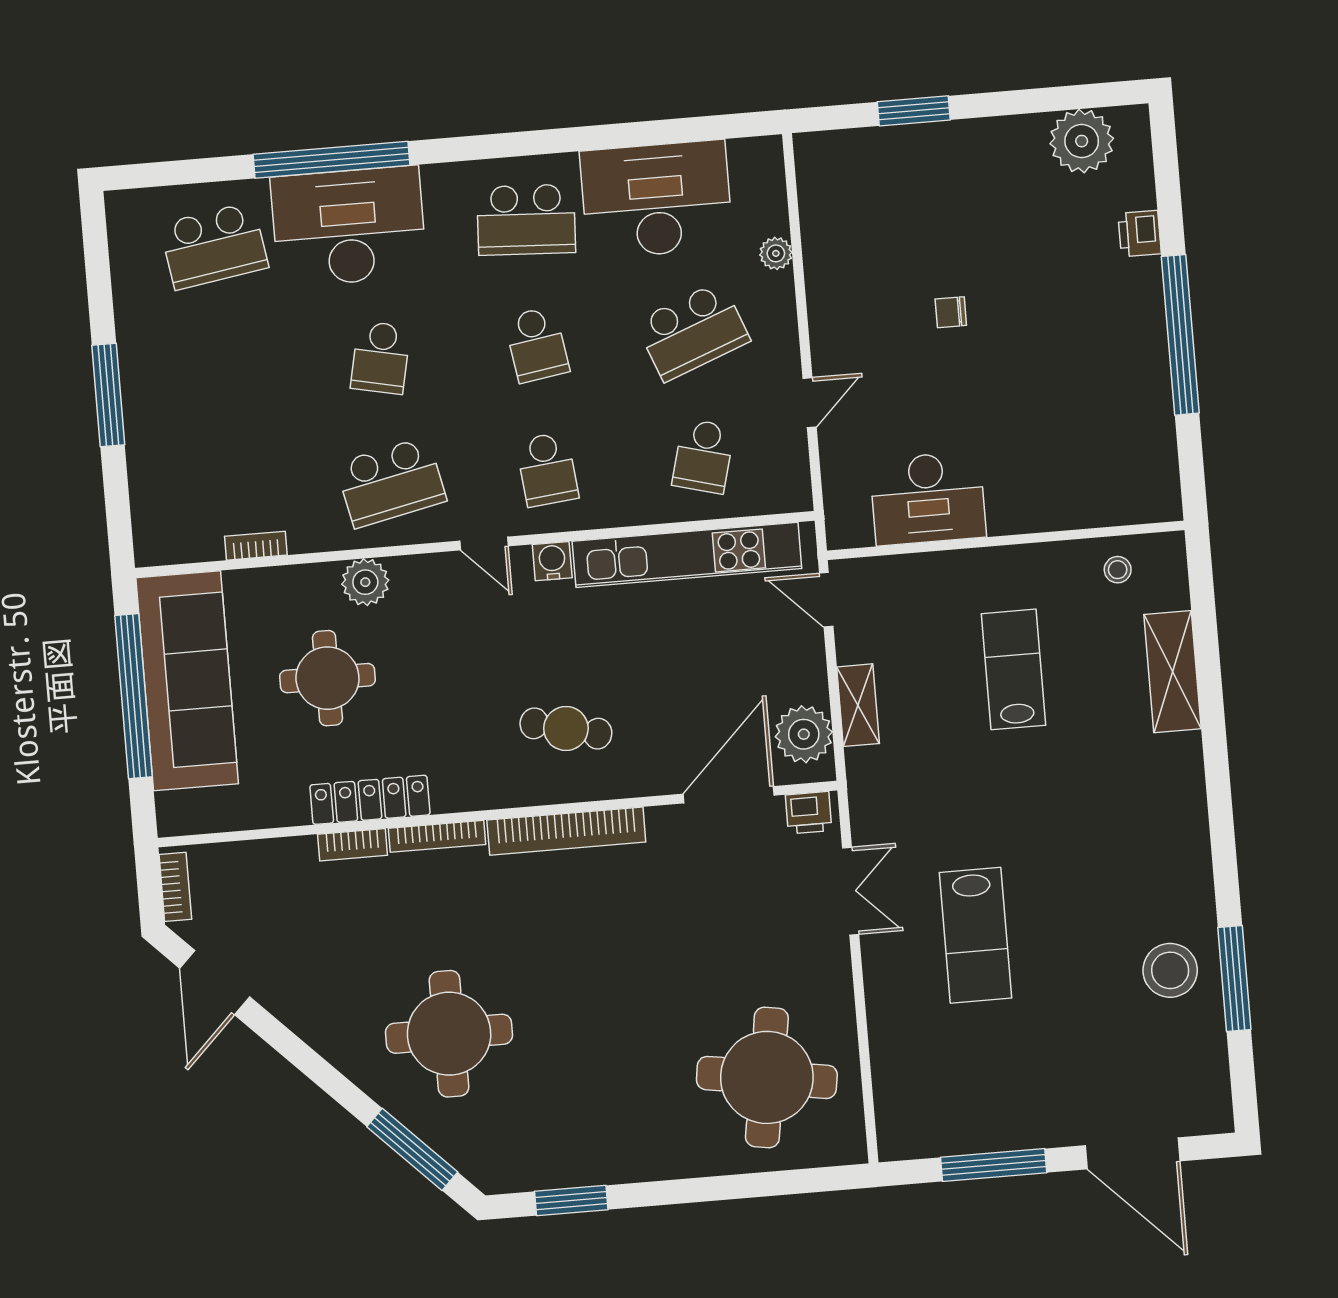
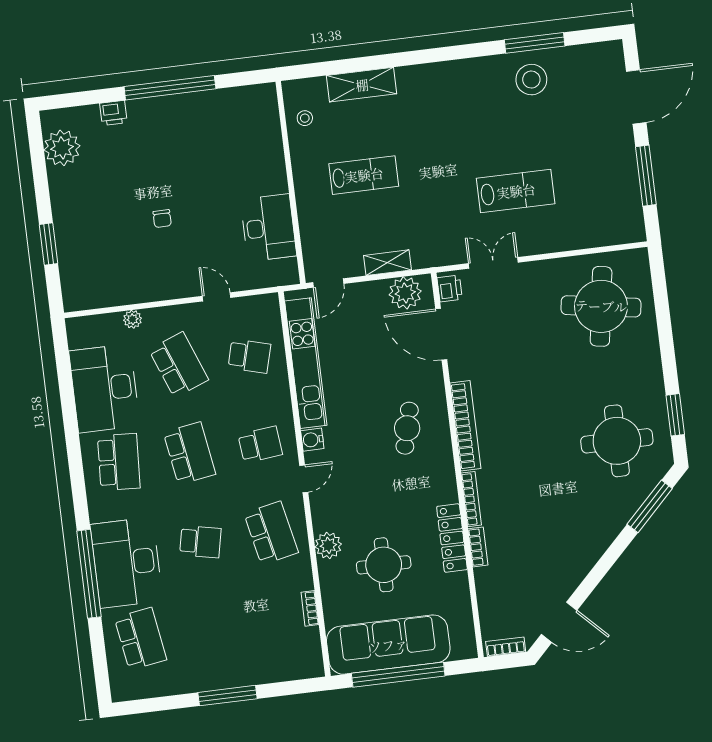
school desk: (537, 344) -> (190, 453), width x1.85
lab bench: (1014, 669) -> (364, 175), turned 180
round table: (449, 1034) -> (617, 441), moved

